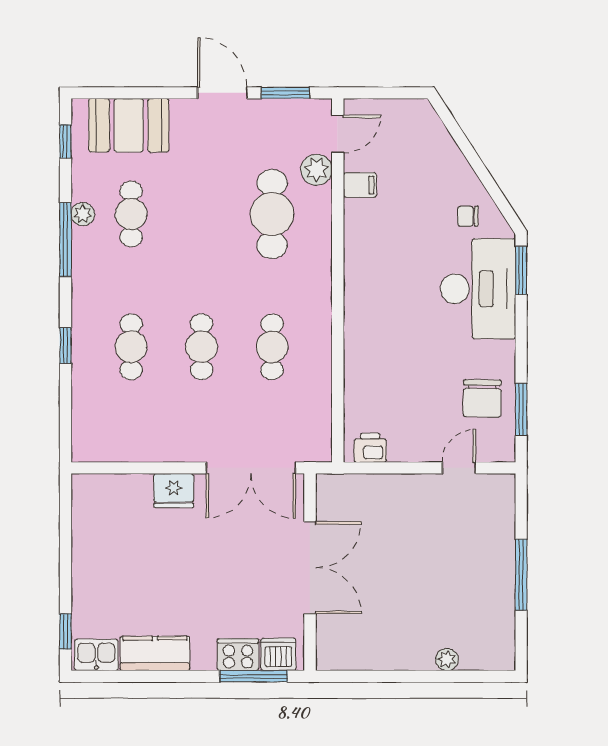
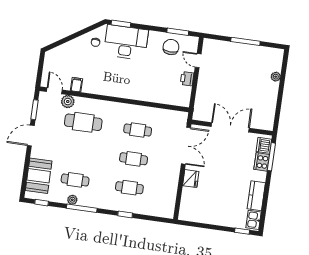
chair: (482, 398) -> (171, 47), turned -91
printer: (370, 448) -> (187, 79), moved

